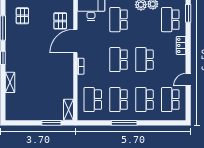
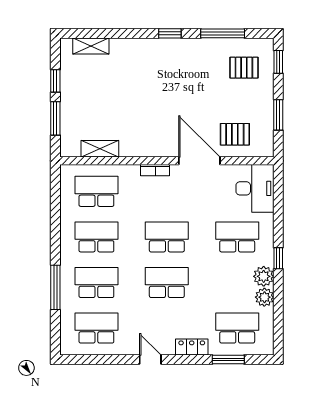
window: (188, 13) -> (228, 359), moved
door: (188, 80) -> (150, 359), moved
shelving: (10, 82) -> (91, 46), moved
shelving: (68, 110) -> (100, 149), moved
window: (30, 123) -> (55, 81), added
window: (124, 123) -> (55, 287), moved

